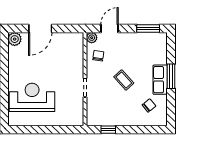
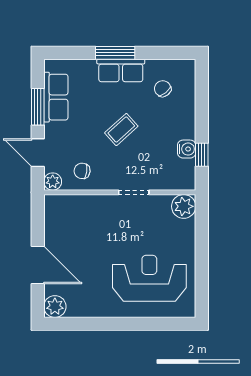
window: (148, 28) -> (38, 107), moved
row of seats: (144, 40) -> (56, 97), added
reception desk: (32, 97) -> (149, 278), turned 90
plant: (76, 118) -> (184, 206), added
water cooler: (112, 120) -> (187, 149), added

